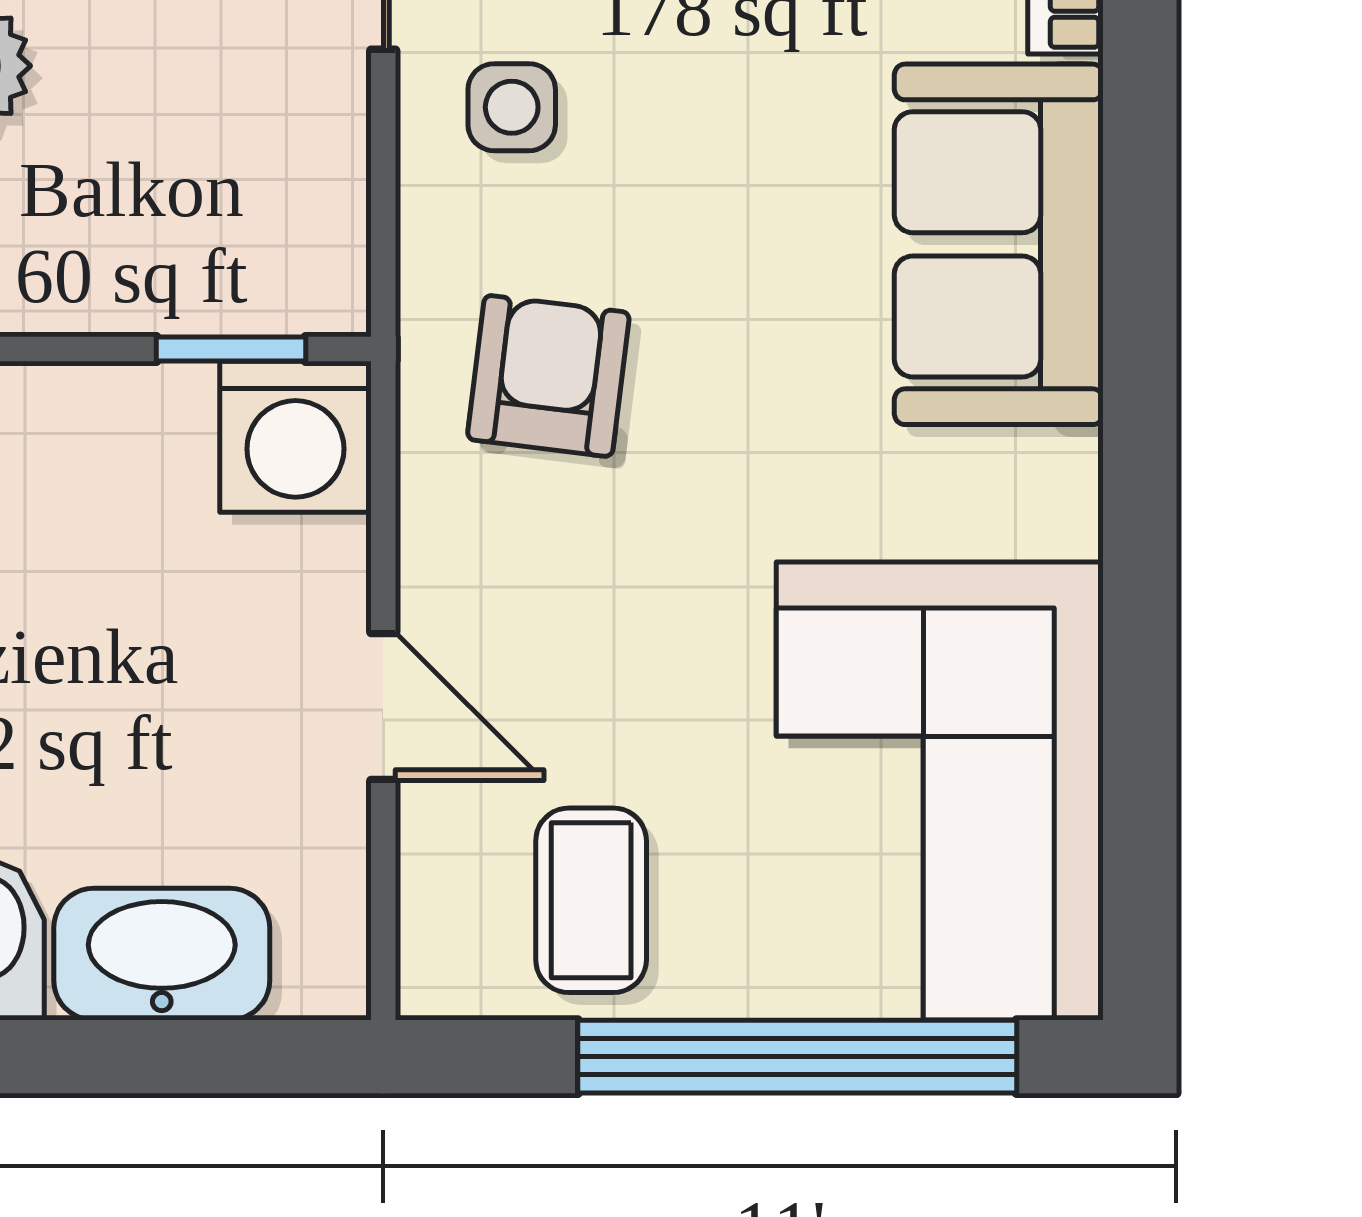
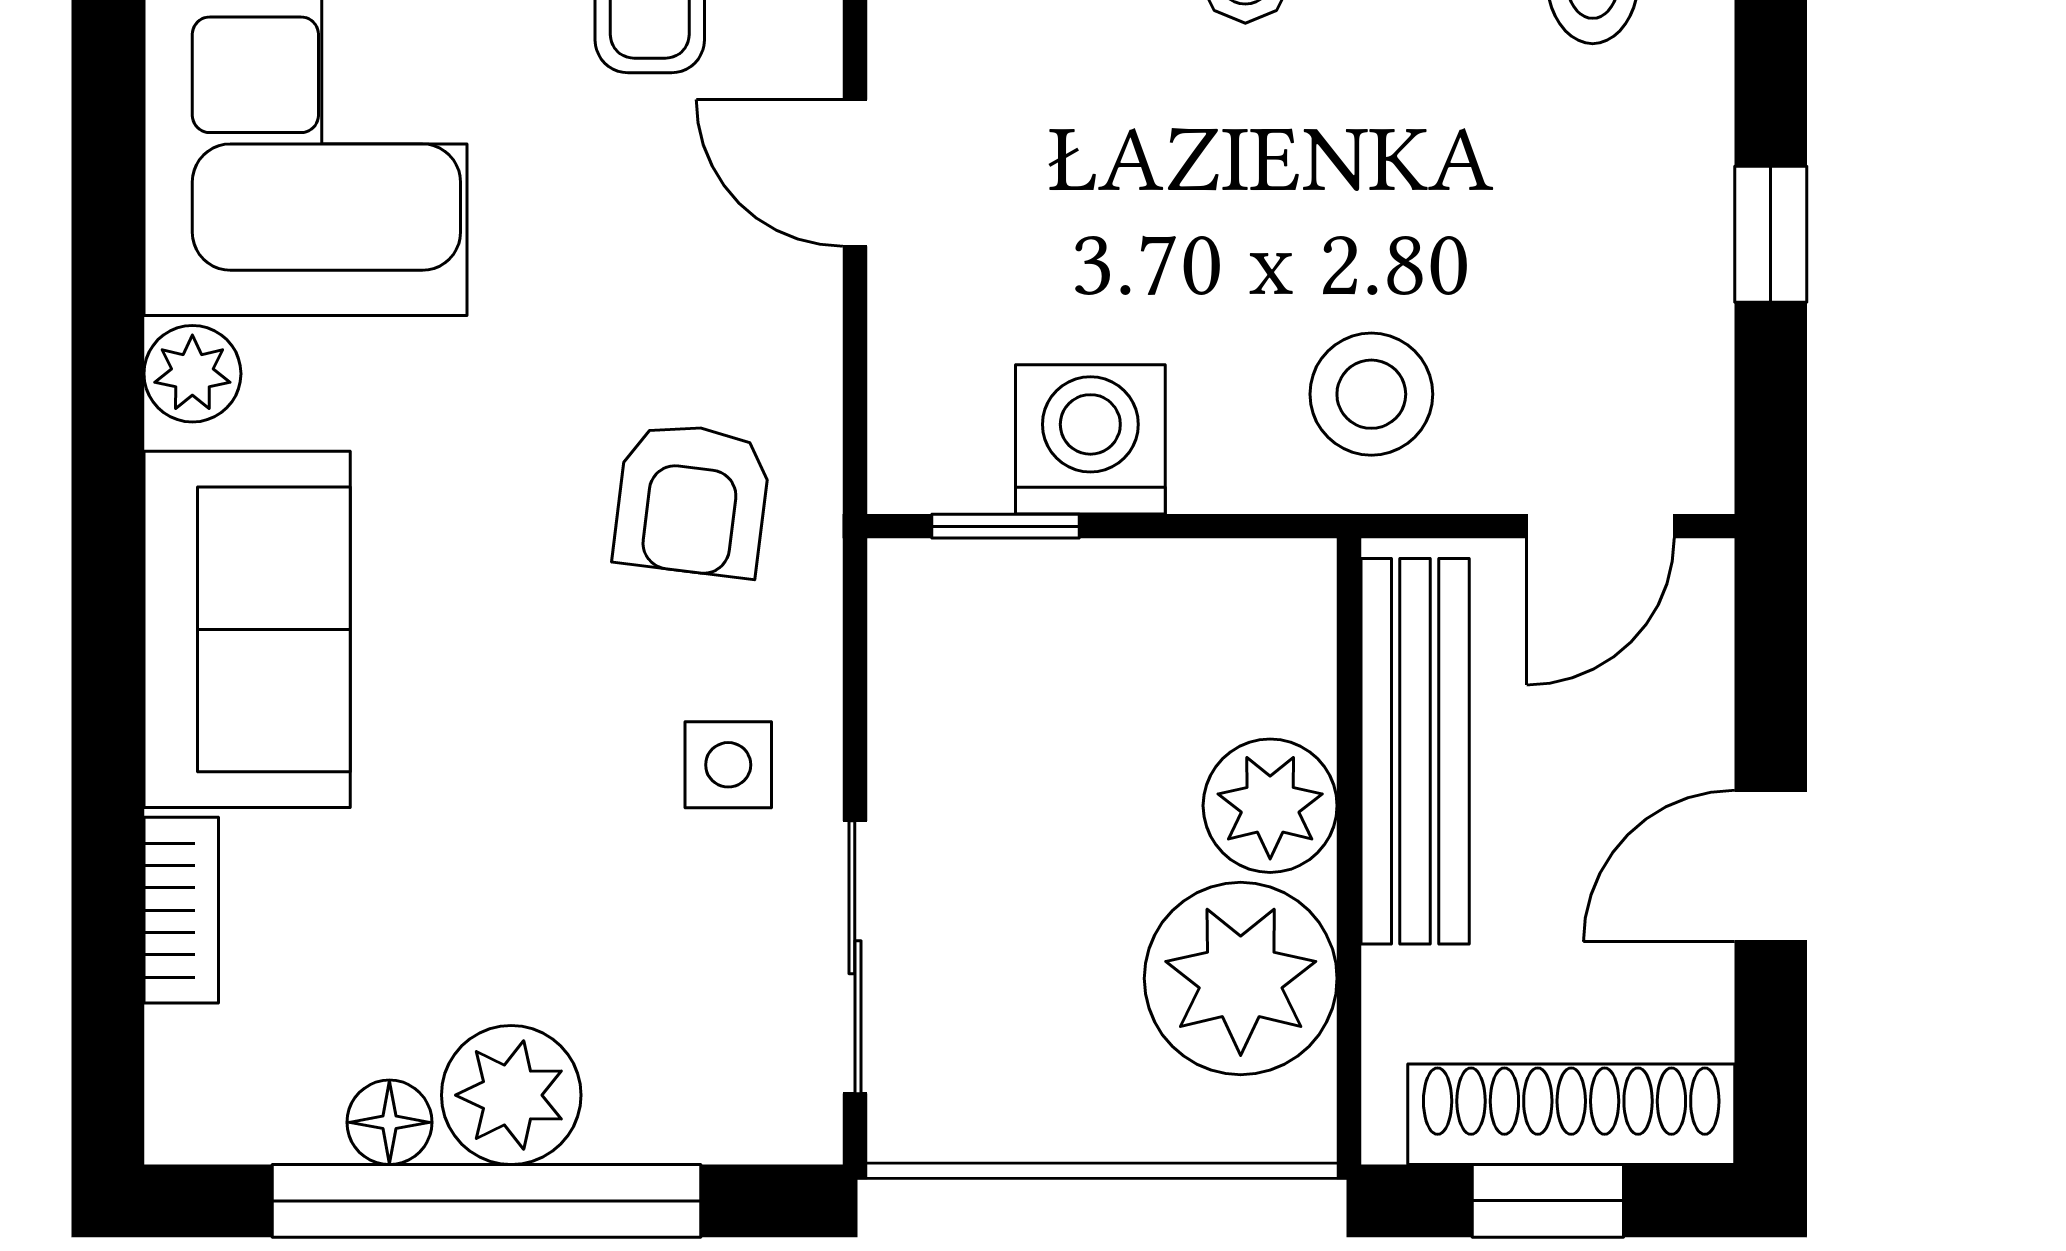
washing machine: (295, 437) -> (1090, 439), moved
plant: (1054, 503) -> (192, 374), added

